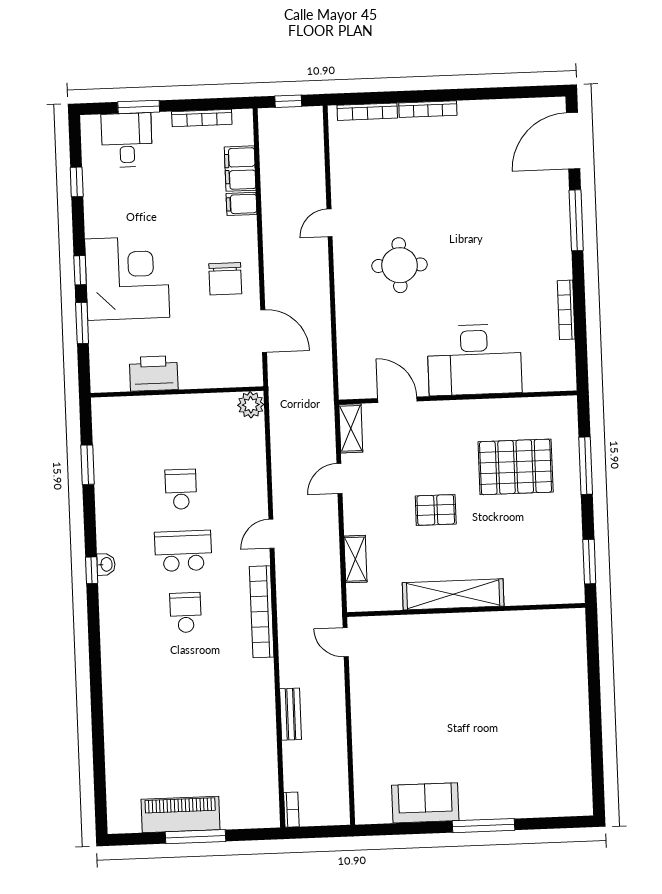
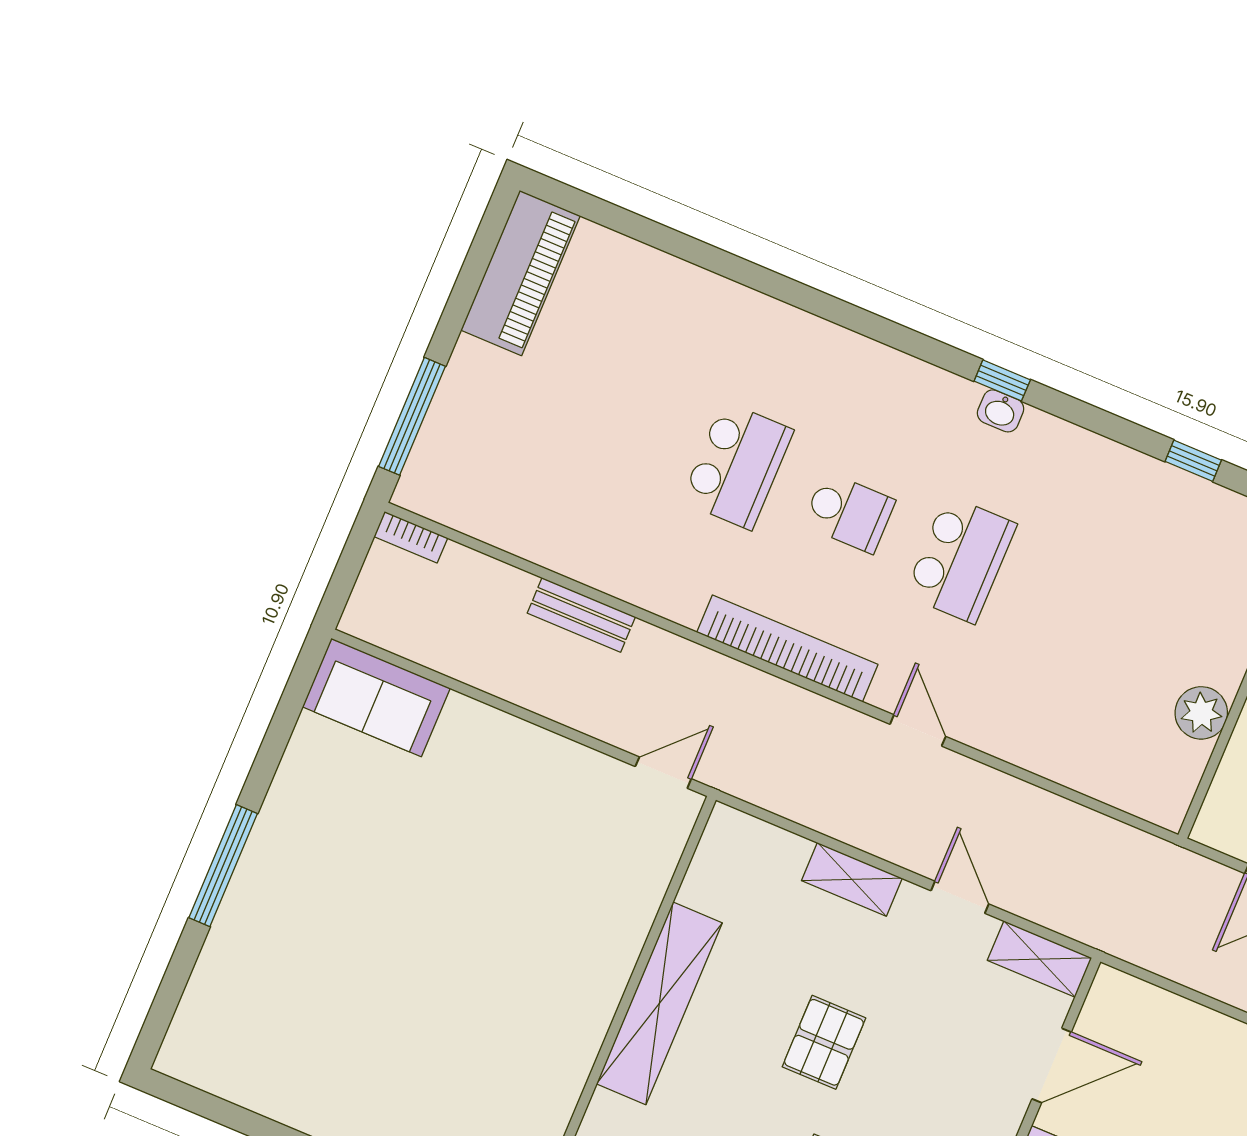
plant: (251, 405) -> (1201, 713), moved
window: (88, 465) -> (1193, 461), width x0.67
school desk: (181, 489) -> (737, 466), moved, width x1.85
shelving: (355, 559) -> (852, 879), moved
sofa: (425, 803) -> (376, 697), moved, turned 90
piano: (180, 815) -> (521, 273), moved
window: (196, 837) -> (412, 416), moved

